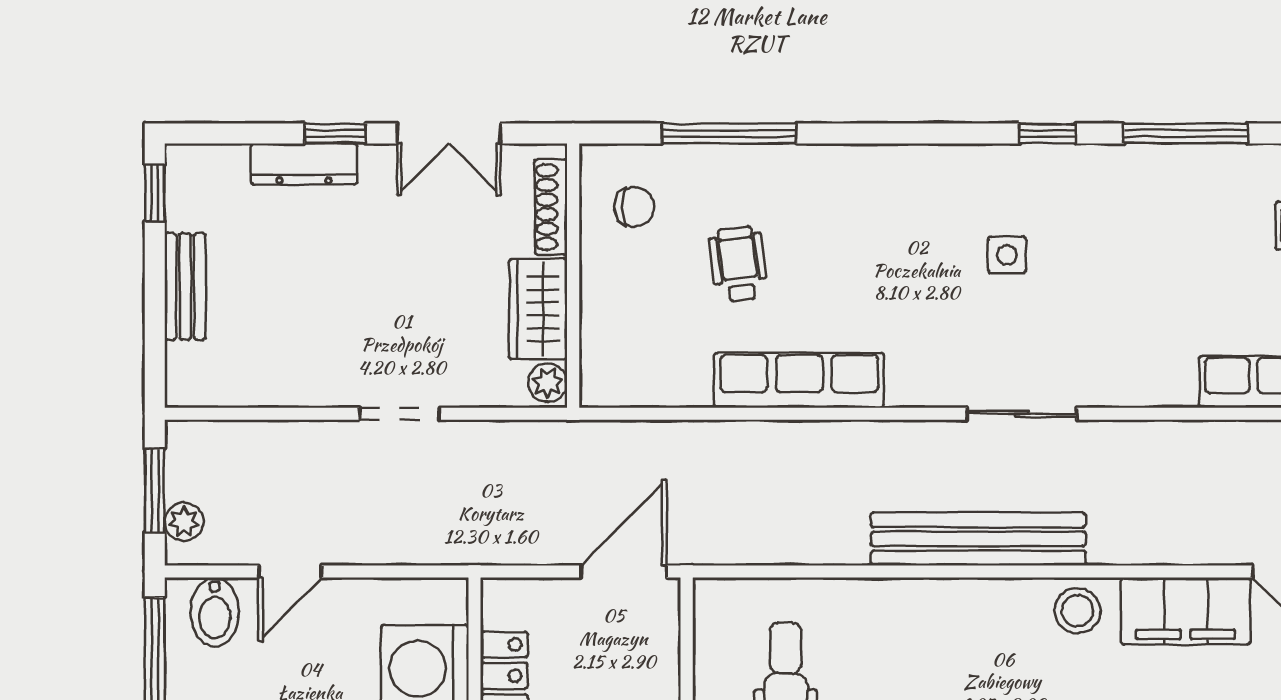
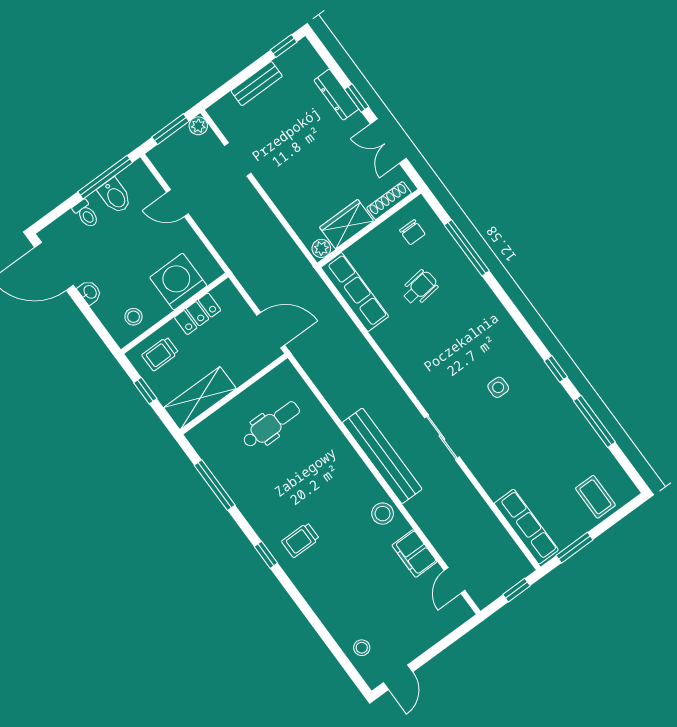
row of seats: (799, 380) -> (355, 292), moved
doorway: (399, 414) -> (238, 159), moved
plant: (184, 522) -> (198, 126), moved
filing cabinet: (1186, 611) -> (414, 553), width x0.67, depth x0.86
bidet: (215, 612) -> (115, 196), moved, turned -90

